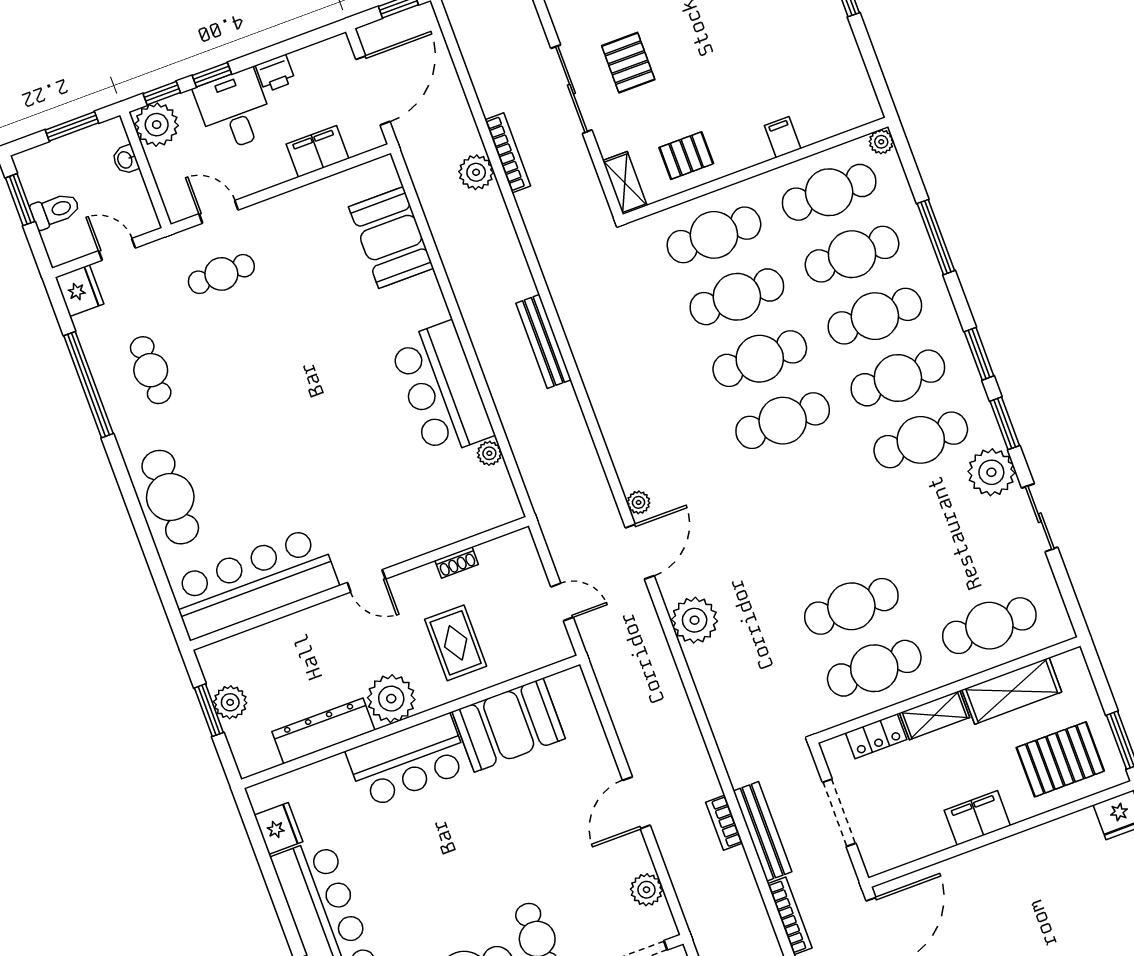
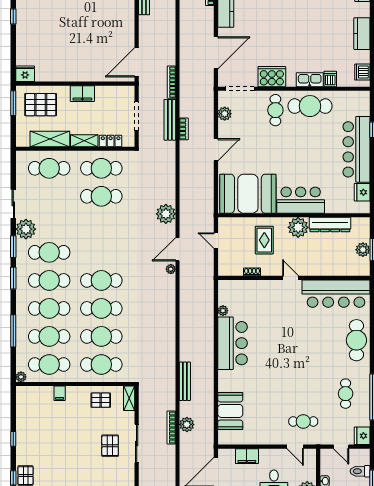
bench: (544, 341) -> (185, 381), moved
booth: (509, 725) -> (248, 194), width x1.36, depth x1.42

